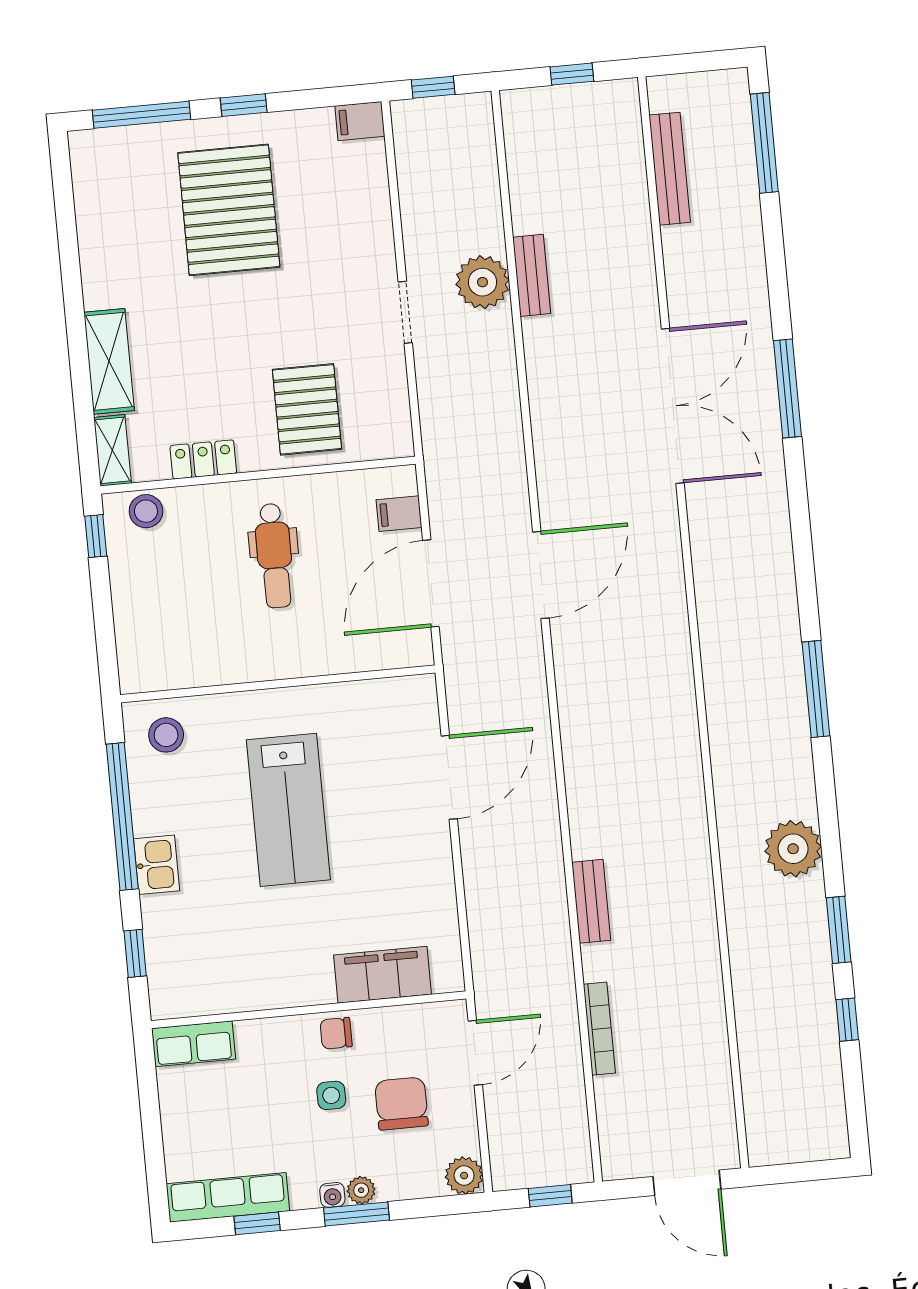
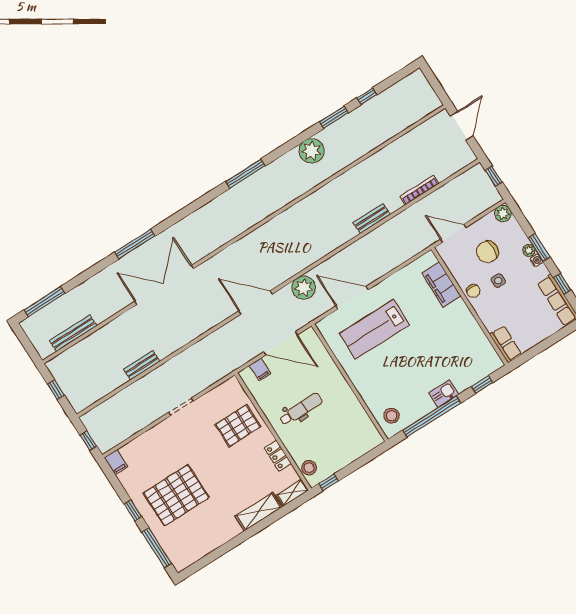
plant: (482, 282) -> (304, 288), moved
lab bench: (288, 810) -> (374, 329), moved, turned 180

